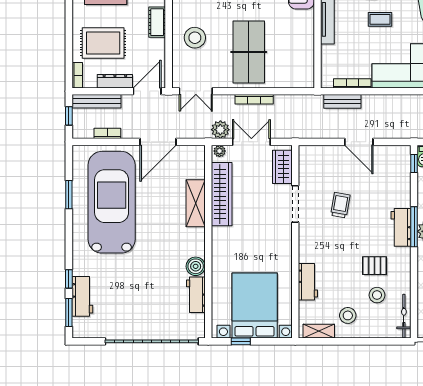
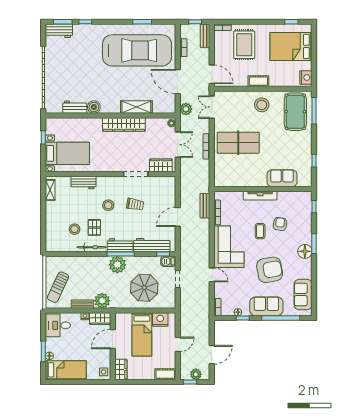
stool: (195, 38) -> (262, 105), moved
dresser: (115, 81) -> (219, 53), removed
bench: (96, 101) -> (205, 36), width x0.73
plant: (220, 130) -> (186, 109), moved
workbench: (401, 180) -> (152, 245), added
wardrobe: (222, 194) -> (124, 124), moved
workbench: (82, 296) -> (59, 31), moved
bed with nightstands: (255, 306) -> (67, 153), width x0.73
stool: (348, 315) -> (108, 205), moved
bicycle: (404, 316) -> (92, 247), moved

